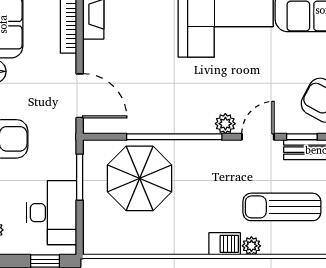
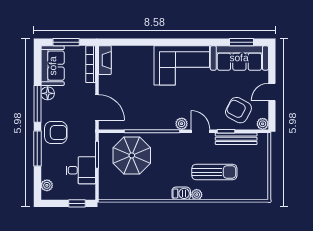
door: (258, 137) -> (200, 131), hinge flipped
sun lounger: (282, 207) -> (214, 172), turned 180
desk: (51, 213) -> (81, 170), width x0.73

